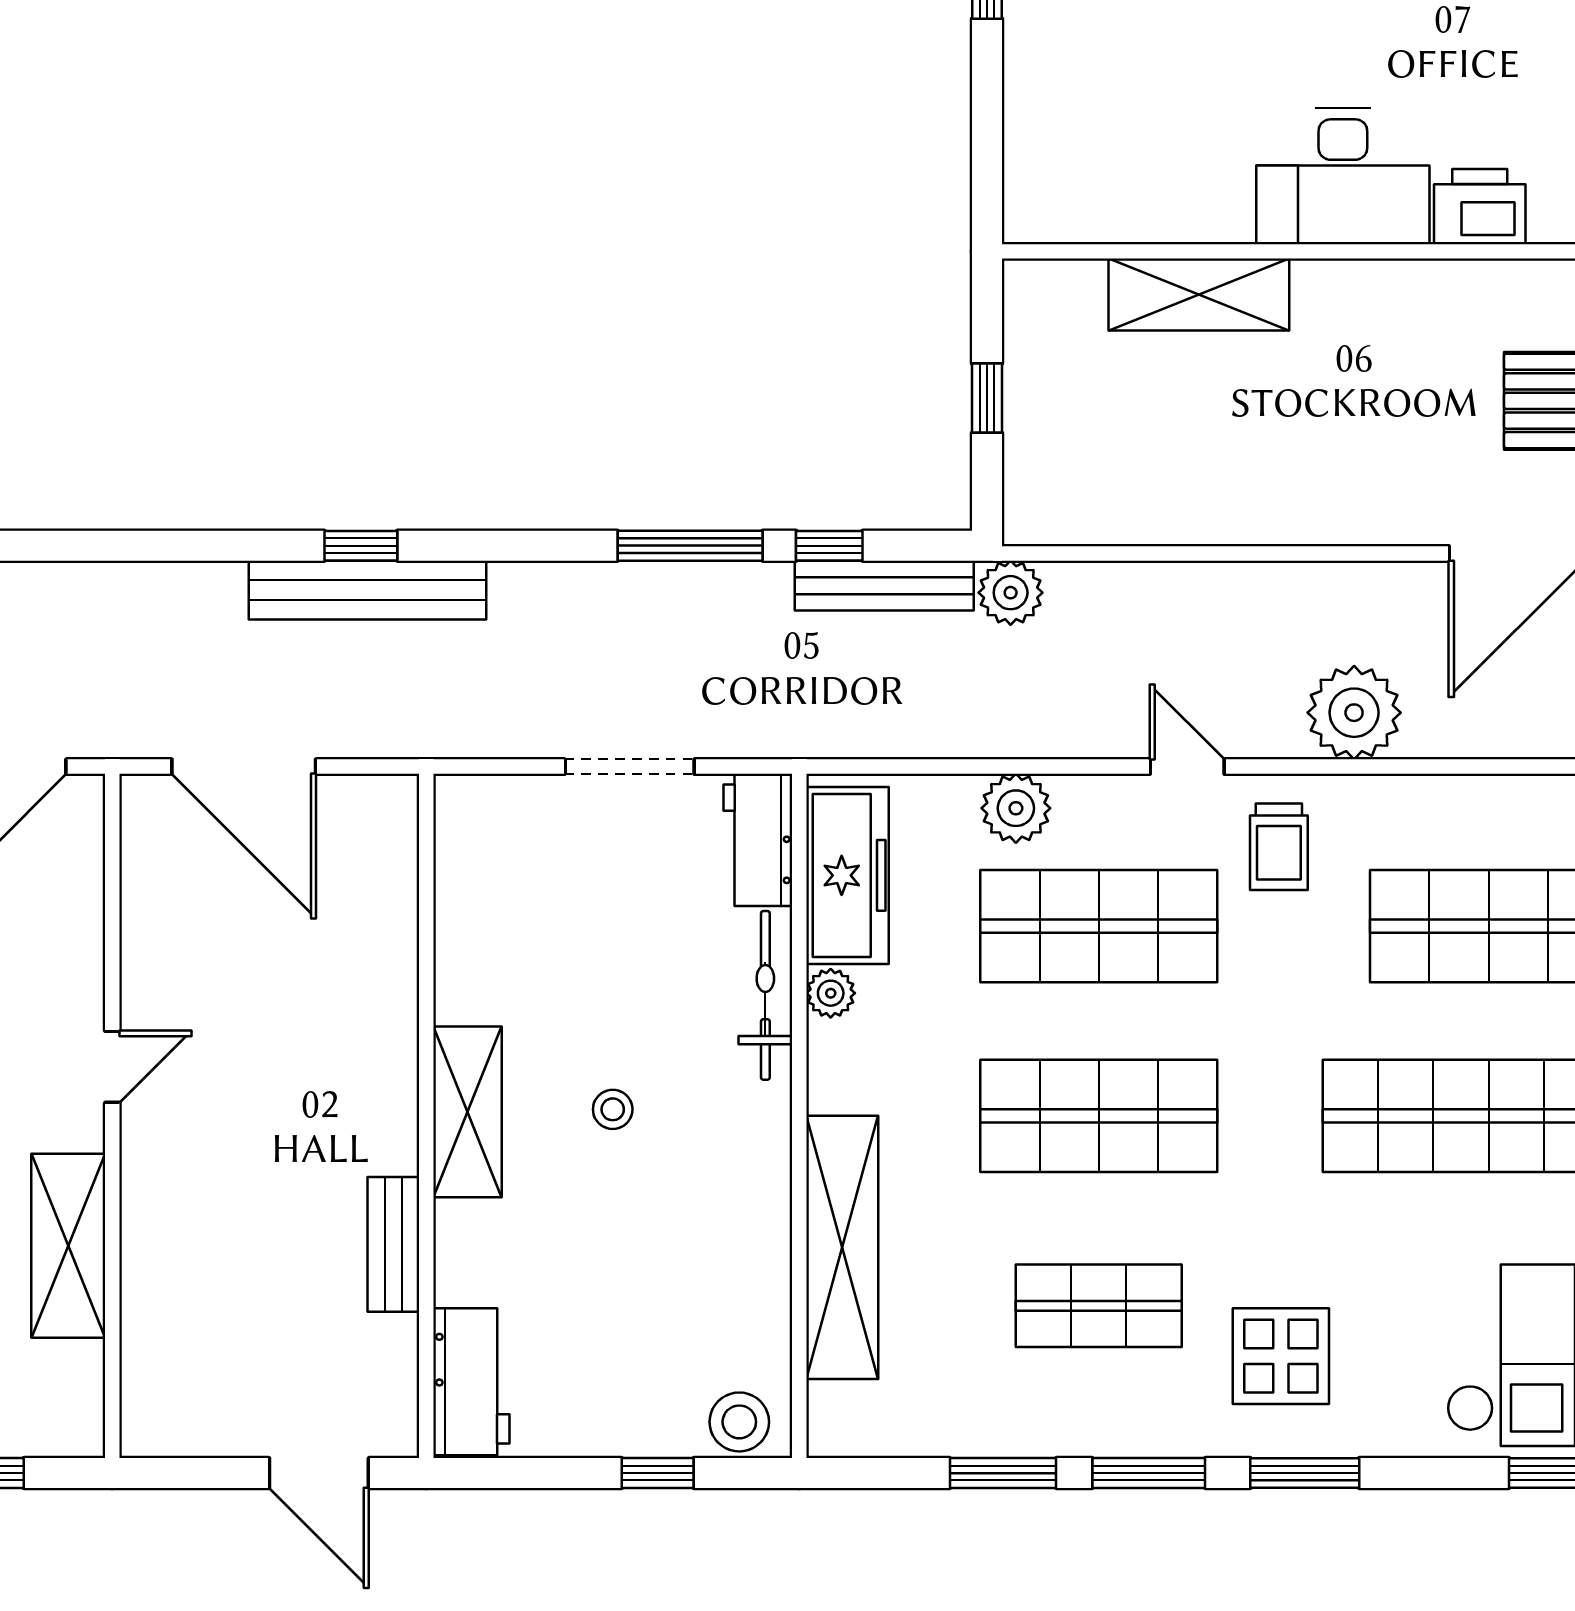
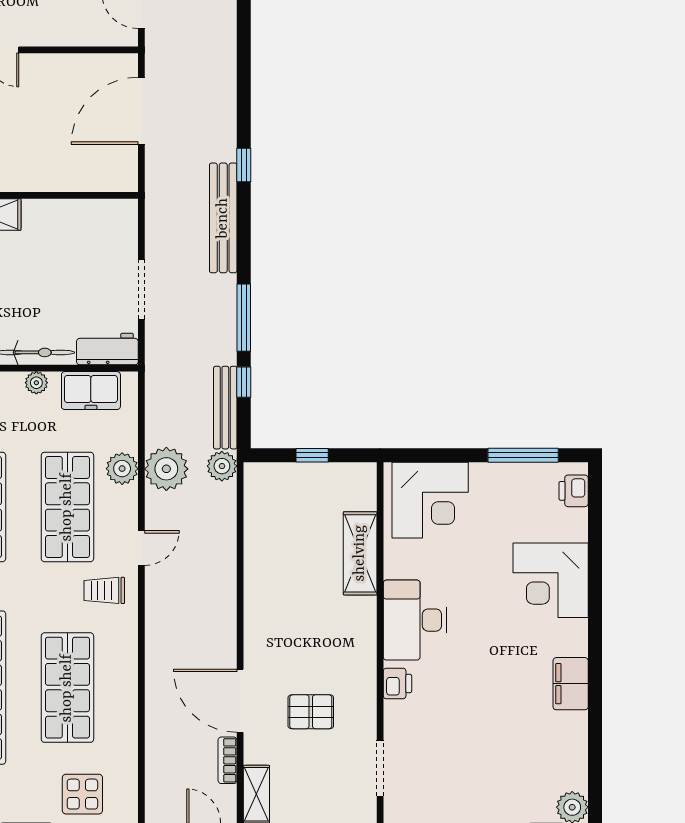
corner desk: (1084, 144) -> (430, 500), added
printer: (1480, 207) -> (397, 683), width x0.73, depth x0.81
bench: (368, 590) -> (223, 218), moved
plant: (1354, 713) -> (166, 469), moved
freezer: (848, 875) -> (91, 391), width x0.71

